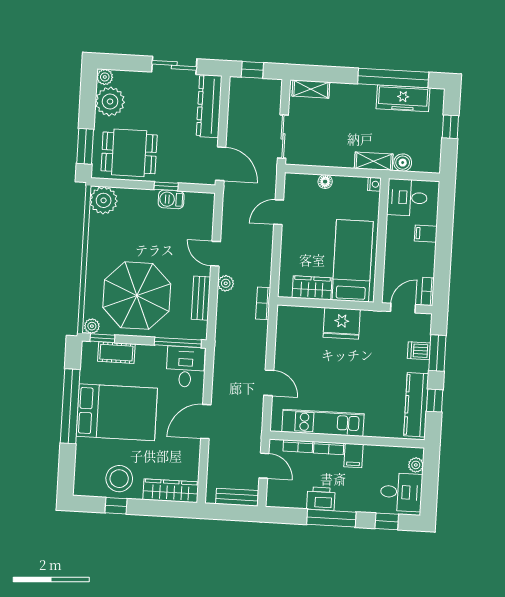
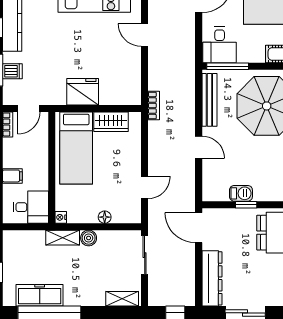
boiler: (403, 163) -> (89, 238), moved
plant: (226, 283) -> (188, 121), removed
bench: (201, 298) -> (209, 100), width x1.36

